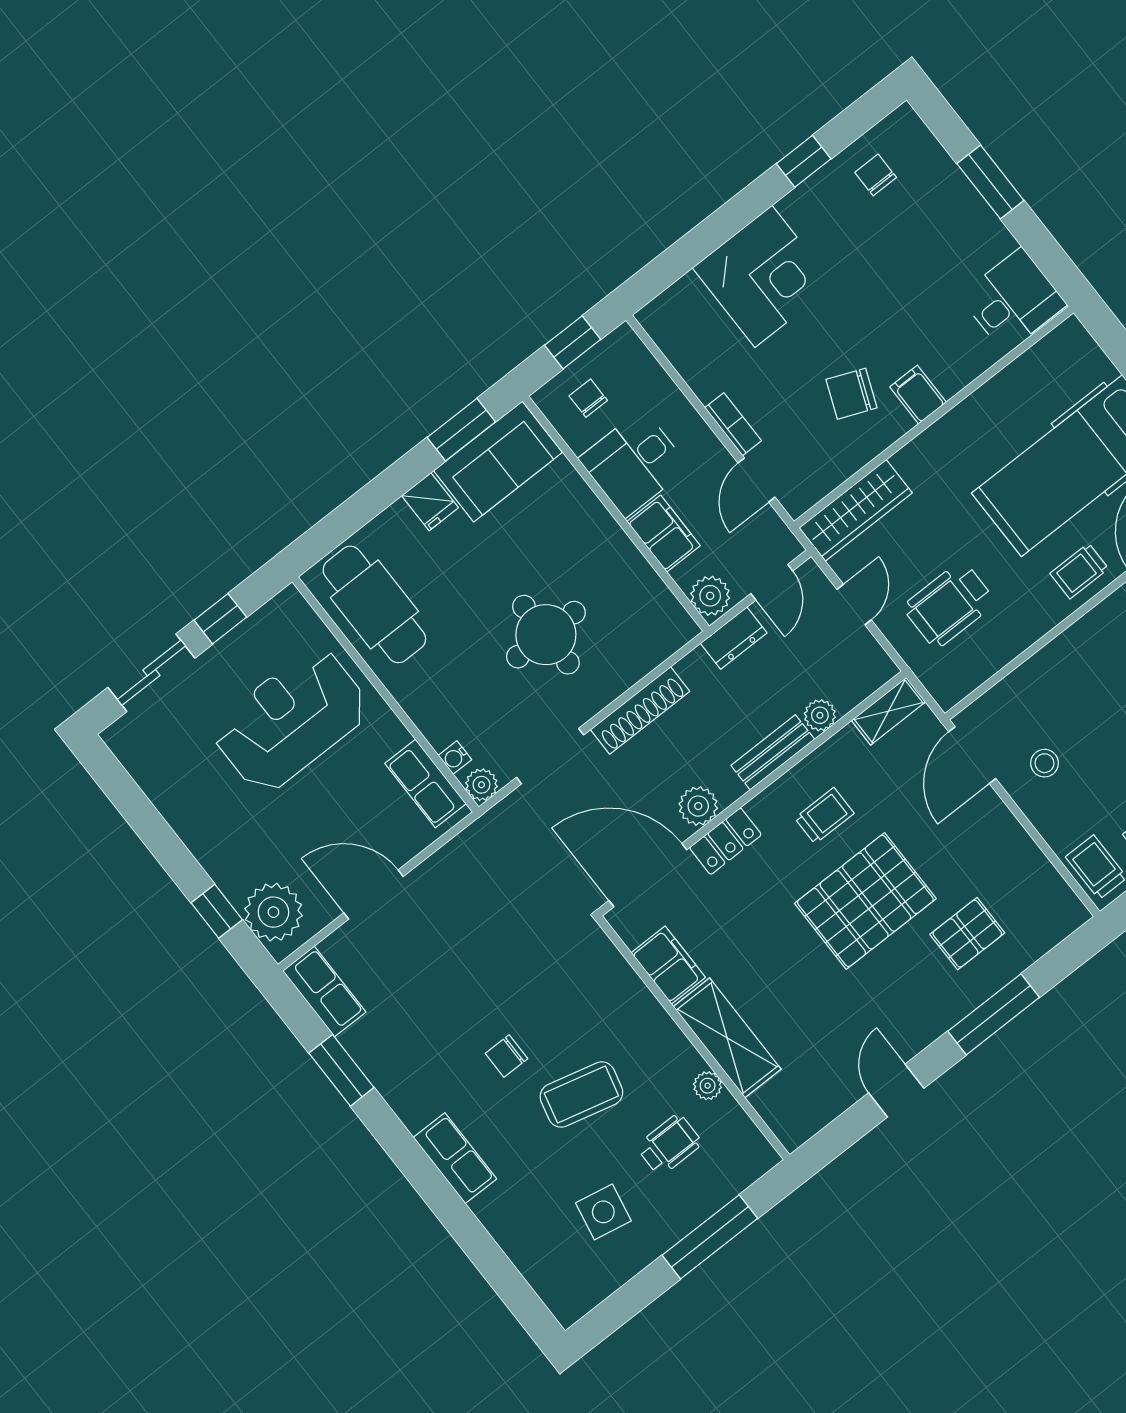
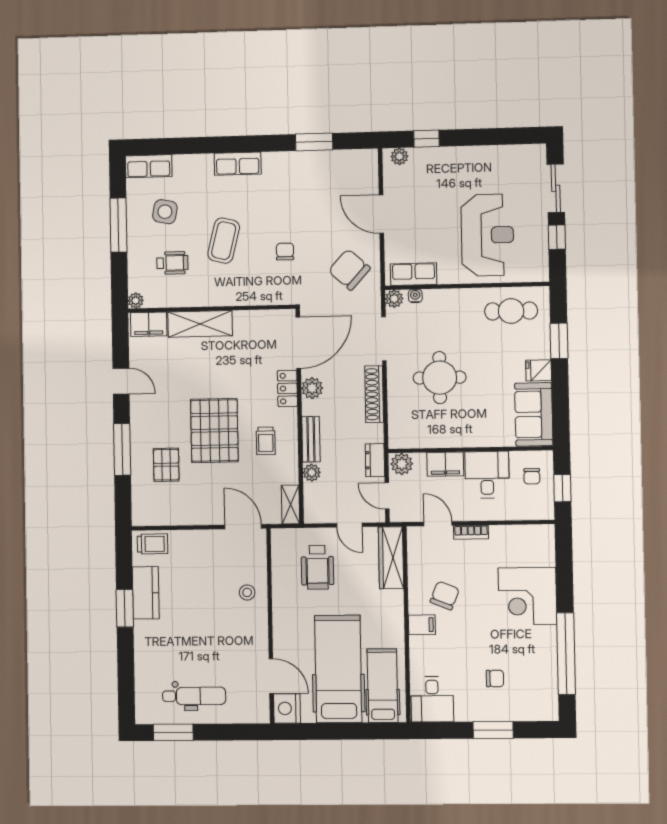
window: (804, 161) -> (566, 654), width x3.17
chair: (876, 175) -> (495, 678), moved
hospital bed: (1047, 385) -> (383, 686), added
chair: (588, 398) -> (532, 476), turned 90
window: (461, 430) -> (559, 341), moved
trolley: (1079, 571) -> (289, 636), removed
cafe table: (374, 604) -> (511, 311), width x0.73, depth x0.74
wheelchair: (949, 605) -> (318, 567), turned 180
stool: (1045, 763) -> (247, 592), moved
chair: (488, 881) -> (349, 270), added
door: (373, 895) -> (381, 214), swing flipped
plant: (273, 912) -> (399, 156), width x0.53, depth x0.53
filing cabinet: (668, 965) -> (149, 324), moved
row of seats: (324, 991) -> (149, 166), moved
chair: (507, 1056) -> (285, 252), moved
plant: (708, 1086) -> (136, 301), moved
wheelchair: (669, 1145) -> (172, 263), turned -90
window: (710, 1237) -> (118, 225), moved

